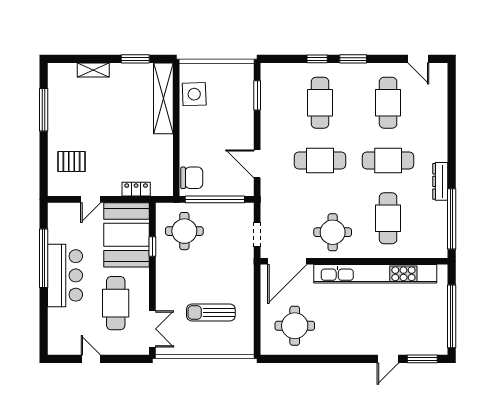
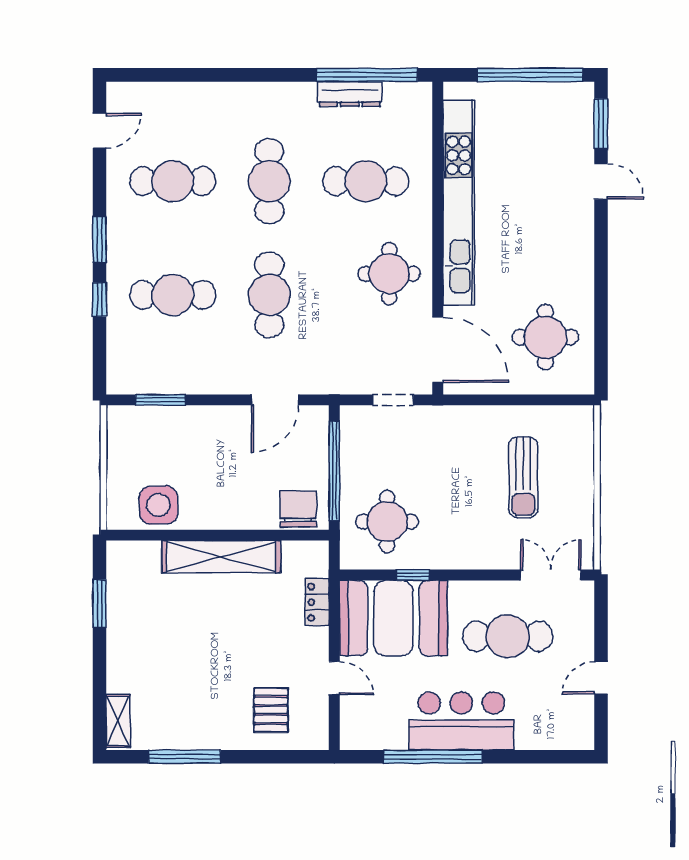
shelving: (93, 70) -> (118, 721), moved
shelving: (163, 98) -> (221, 557), moved
dresser: (440, 181) -> (350, 94), moved

